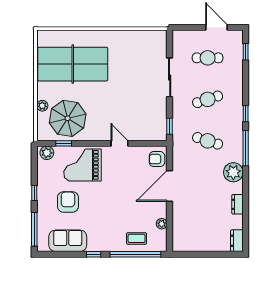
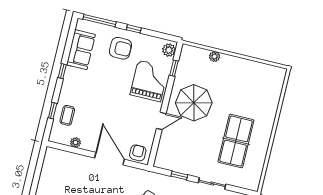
table tennis table: (73, 64) -> (236, 141), moved, width x0.73, depth x0.76
sliding door: (170, 77) -> (212, 183), width x0.73
parasol: (68, 118) -> (194, 103), moved
window: (170, 126) -> (179, 176), moved
armchair: (68, 202) -> (120, 48), moved
window: (135, 254) -> (53, 111), width x0.32

